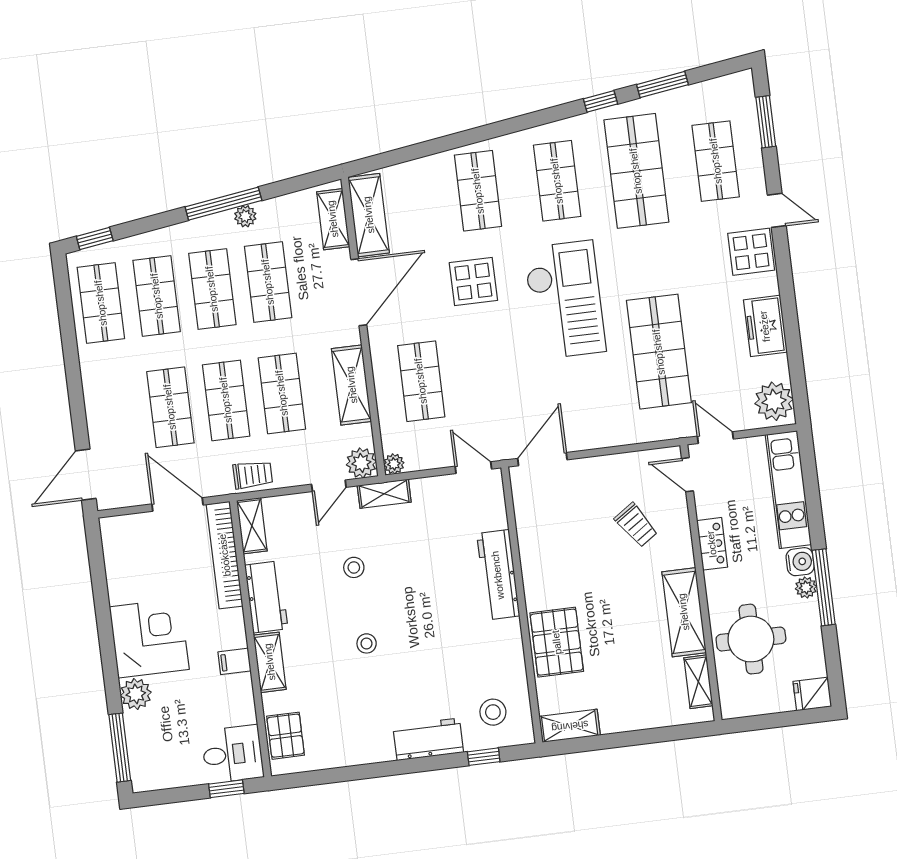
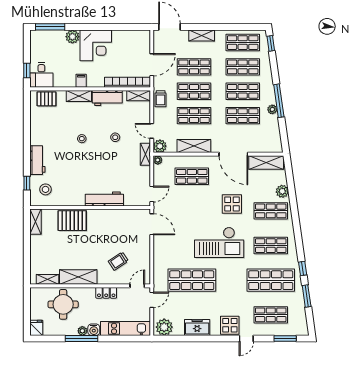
plant: (430, 170) -> (282, 191), added
shelving: (333, 219) -> (202, 36), moved

